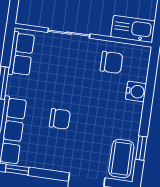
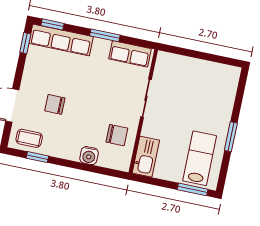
chair: (111, 62) -> (117, 135), turned -90
chair: (60, 119) -> (55, 104), moved, turned 90
coffee table: (121, 159) -> (29, 138), width x0.73, depth x0.77

